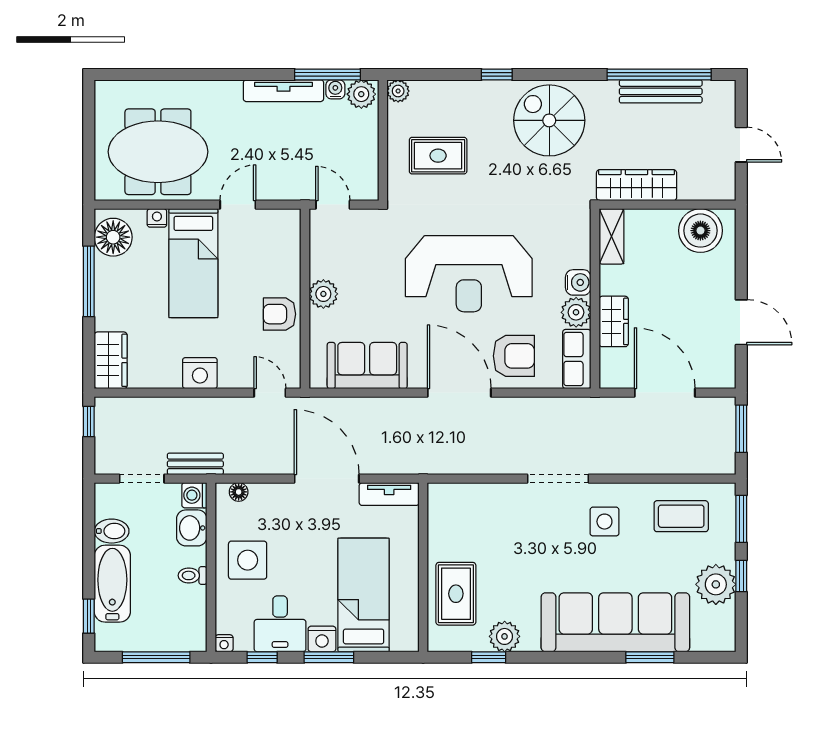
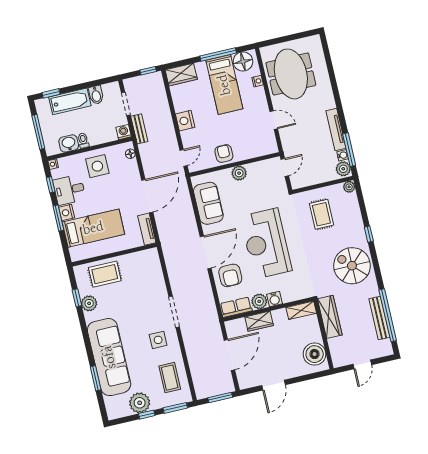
spiral stairs: (549, 120) -> (352, 266), turned -90
bed: (193, 263) -> (224, 85), moved, turned -90
washbasin: (192, 528) -> (69, 143), moved

